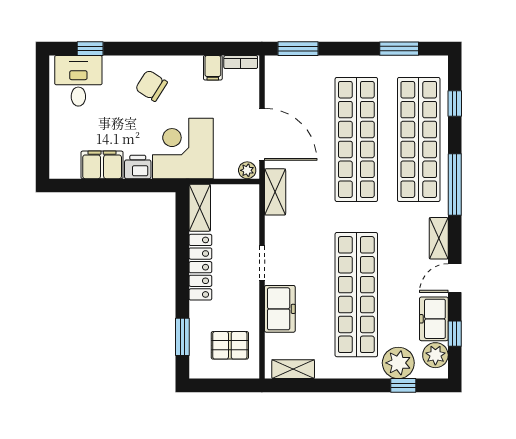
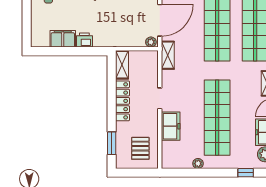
door: (262, 134) -> (160, 20), hinge flipped
corner desk: (183, 148) -> (112, 29), removed
pallet: (230, 345) -> (140, 148), turned 90
plant: (398, 363) -> (198, 164), moved, width x0.53, depth x0.53
shelving: (293, 369) -> (179, 163), removed

